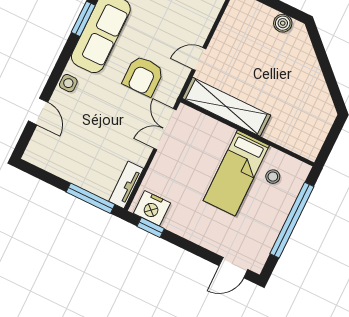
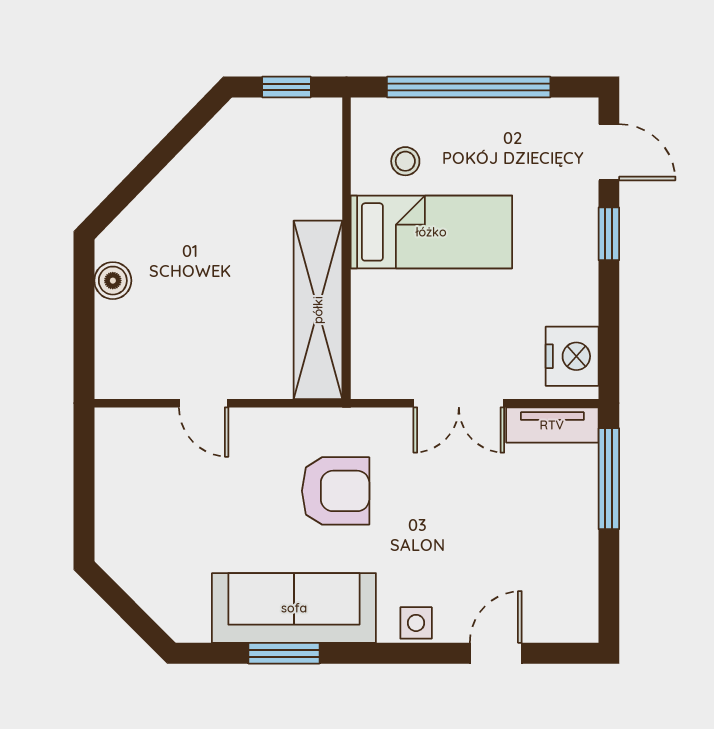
door: (199, 59) -> (204, 403), moved
double door: (165, 129) -> (459, 403), moved
window: (331, 140) -> (286, 87), added
window: (151, 227) -> (609, 234), moved

